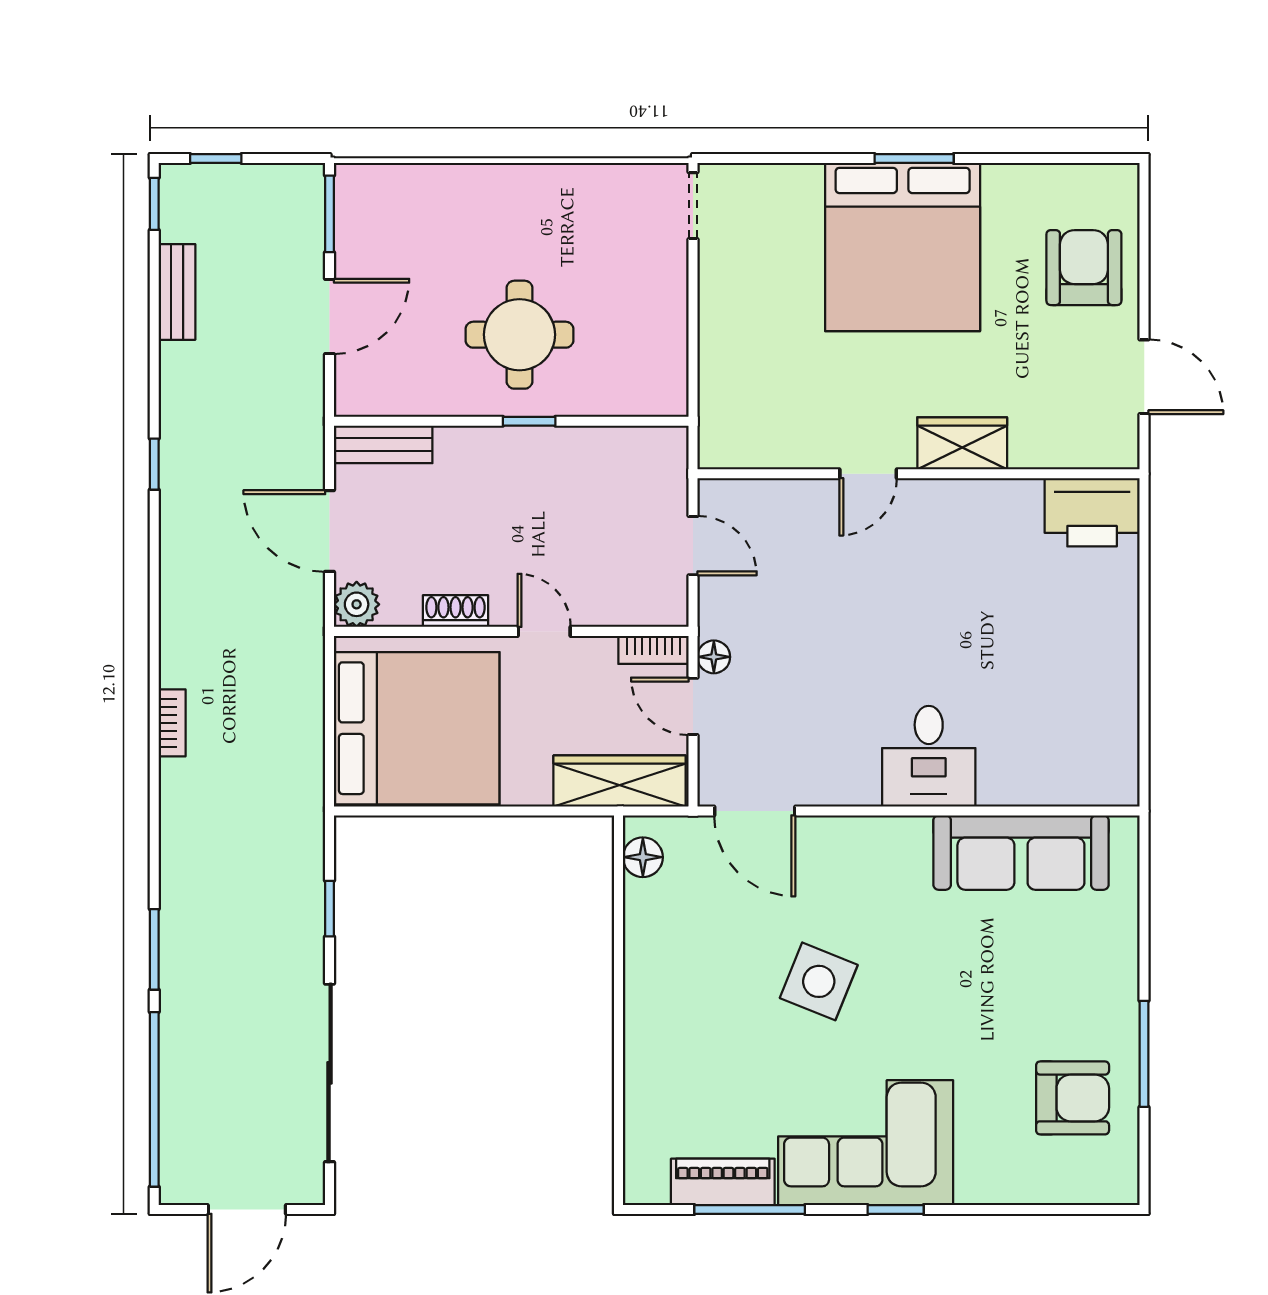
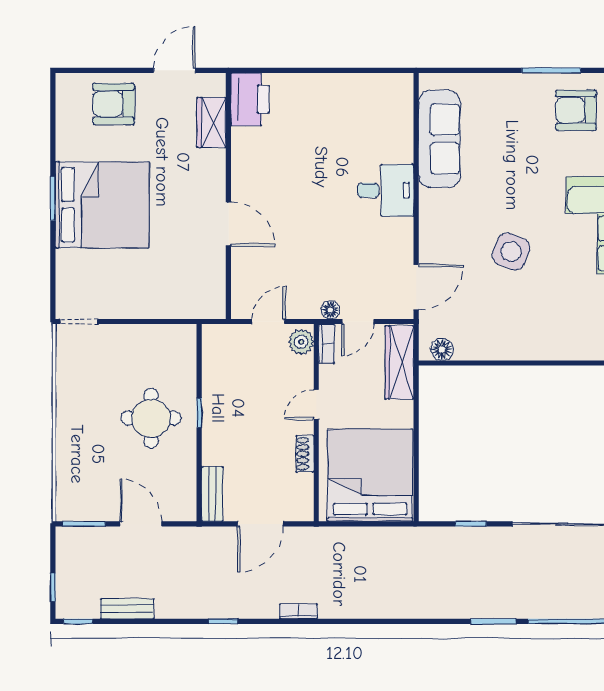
wardrobe: (962, 443) -> (211, 122), moved
door: (868, 474) -> (228, 224), width x1.38
plant: (357, 604) -> (301, 342), moved
bookcase: (172, 723) -> (298, 612), moved
armchair: (1073, 1098) -> (576, 110), turned -90

